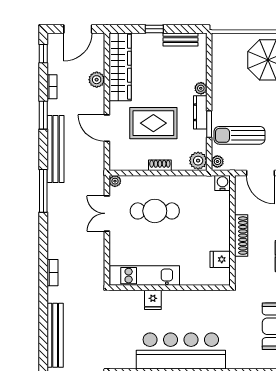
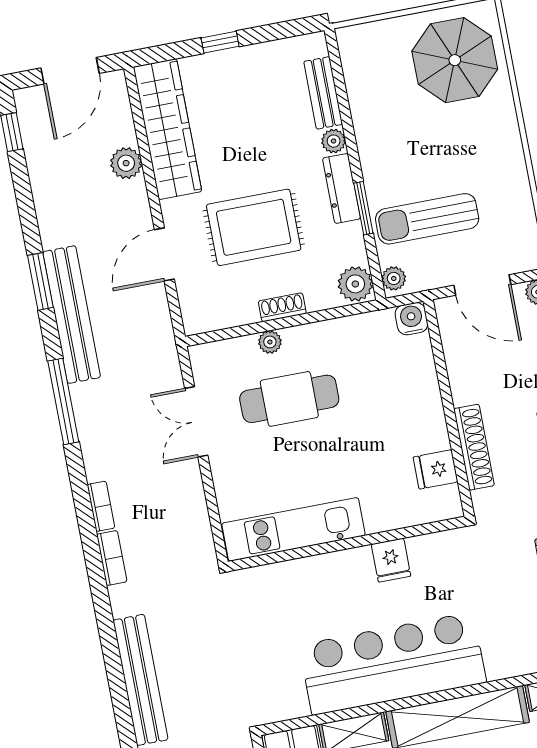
bench: (180, 39) -> (323, 93), moved, turned 90
bookcase: (52, 87) -> (101, 506), moved
window: (43, 115) -> (40, 281), moved
door: (107, 128) -> (164, 254), hinge flipped
plant: (115, 181) -> (270, 342), moved
shoe rack: (241, 236) -> (474, 447), moved
fridge: (153, 300) -> (391, 560), moved

